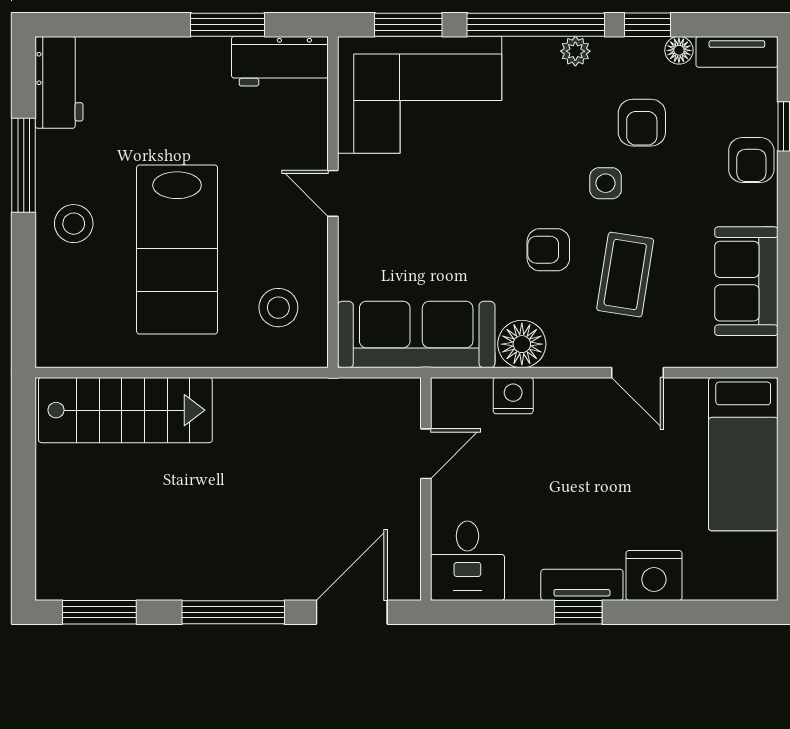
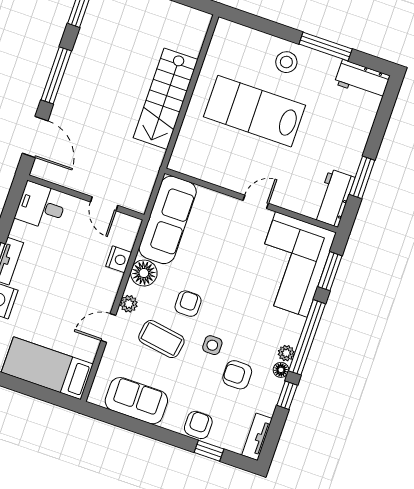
floor lamp: (679, 50) -> (281, 370), moved
armchair: (751, 160) -> (198, 425), turned 90
stool: (278, 308) -> (206, 153), removed
plant: (584, 352) -> (129, 304), added
stairs: (125, 410) -> (166, 99), moved

